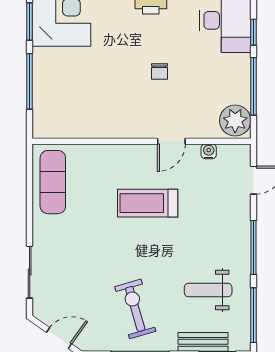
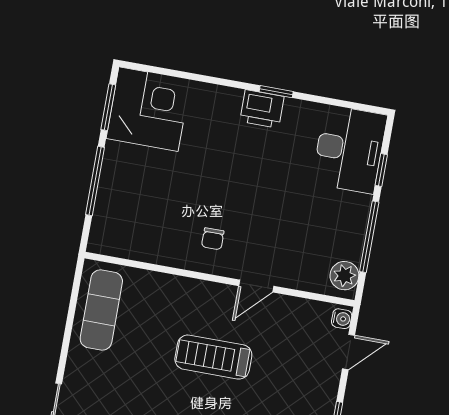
chair: (160, 71) -> (213, 239), moved
plant: (235, 121) -> (344, 276), width x0.73, depth x0.73
water cooler: (209, 151) -> (342, 319), moved, turned 90

